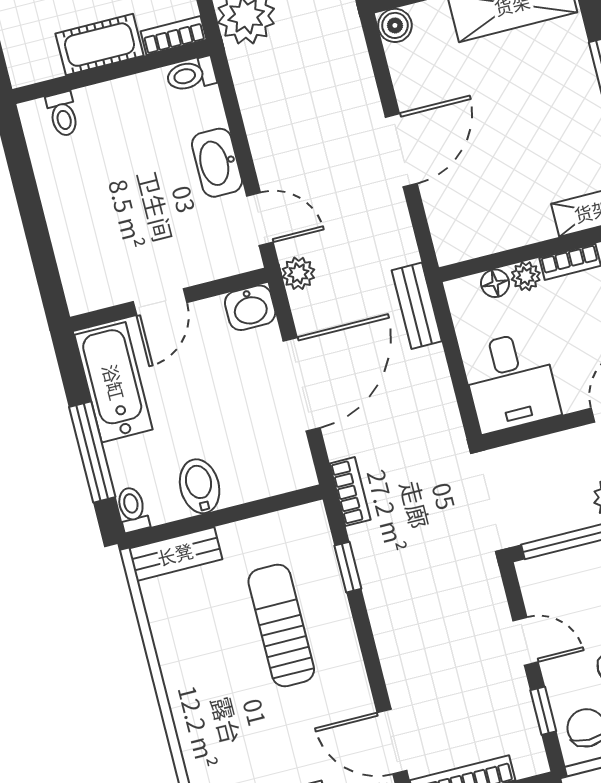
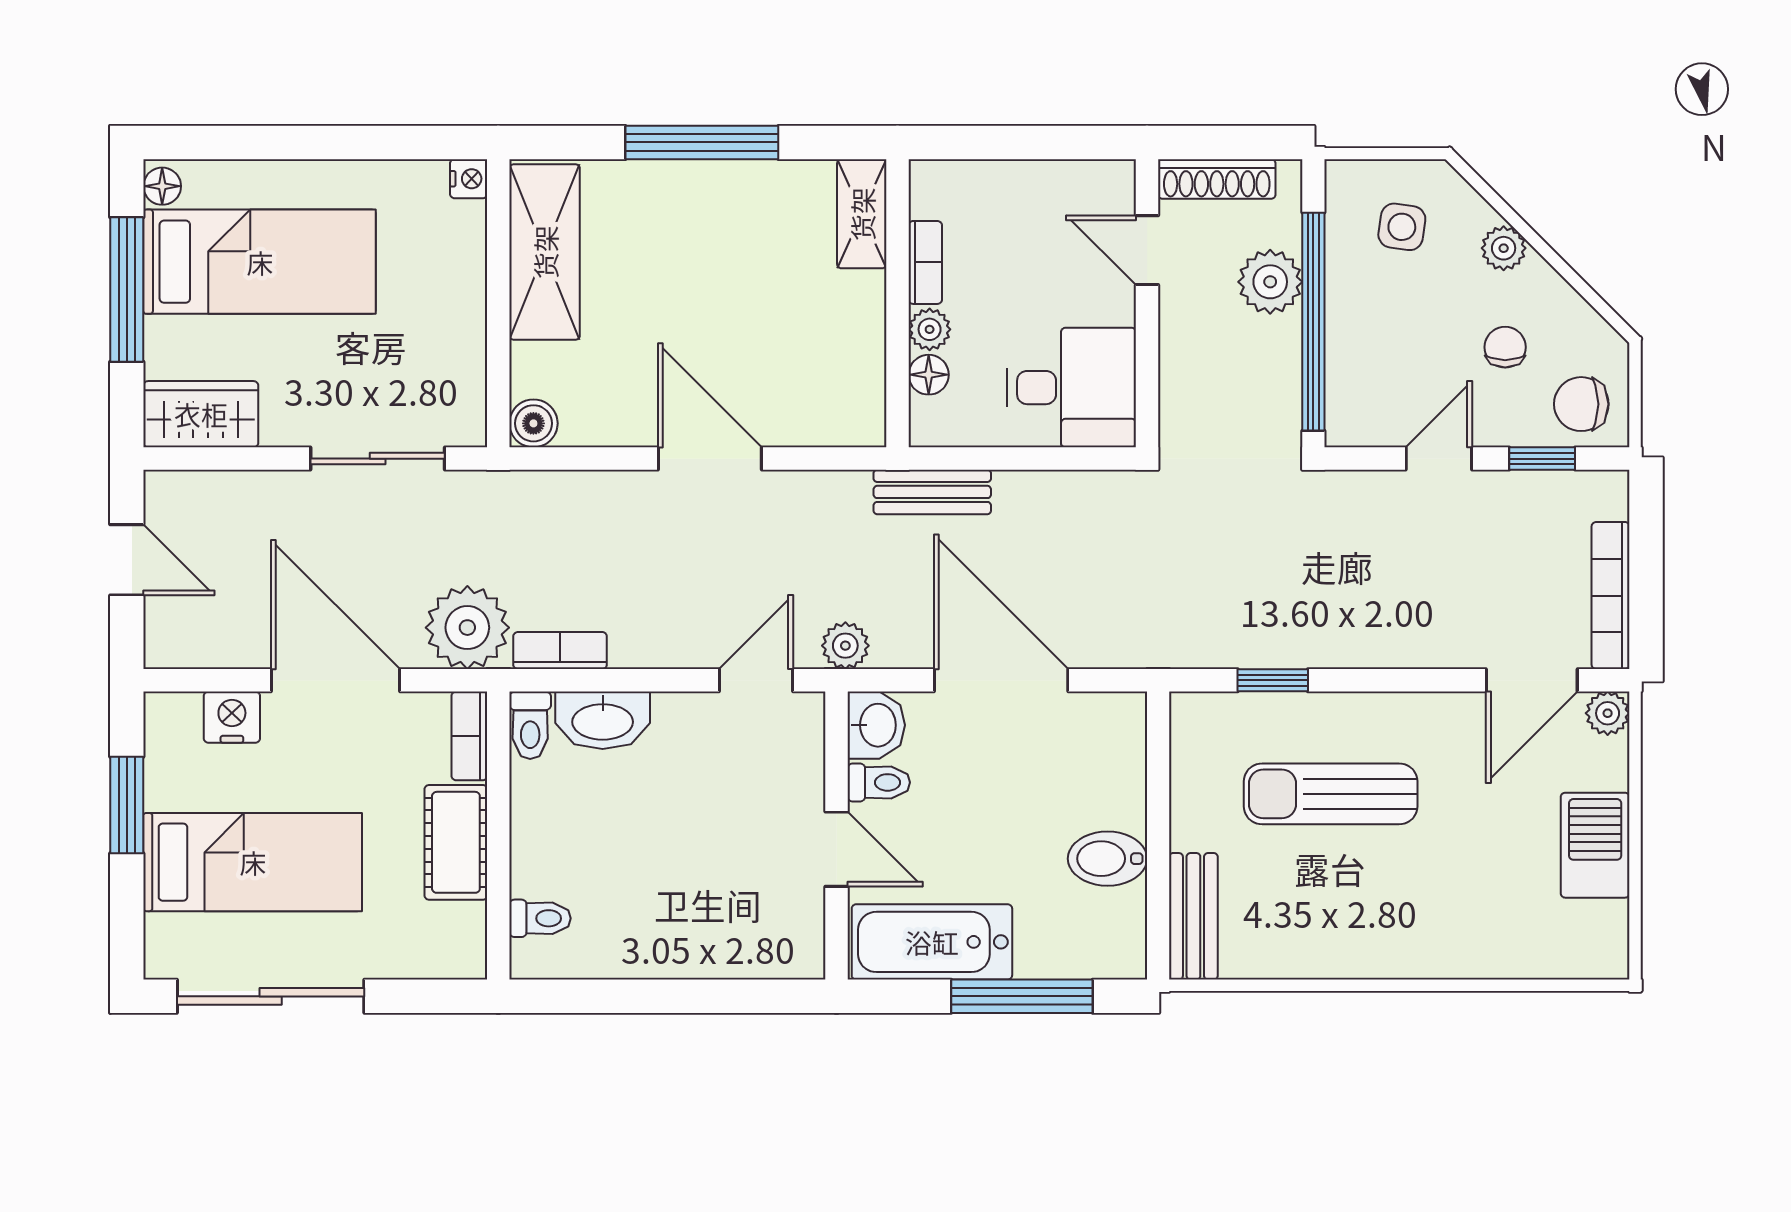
washbasin: (217, 163) -> (603, 720), moved
bookcase: (350, 492) -> (560, 651), moved
toilet: (132, 509) -> (879, 782), moved, turned 180

